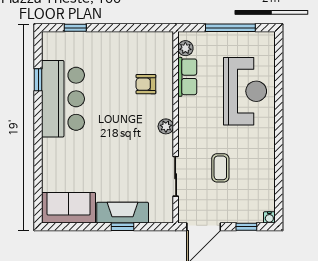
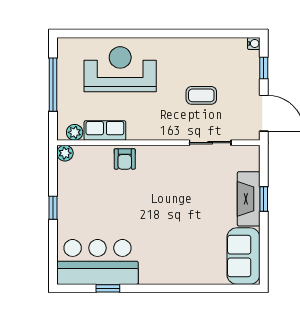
window: (75, 28) -> (53, 208), moved
armchair: (146, 84) -> (125, 159), moved
bar counter: (63, 99) -> (98, 262), moved
plant: (166, 126) -> (65, 153), moved

